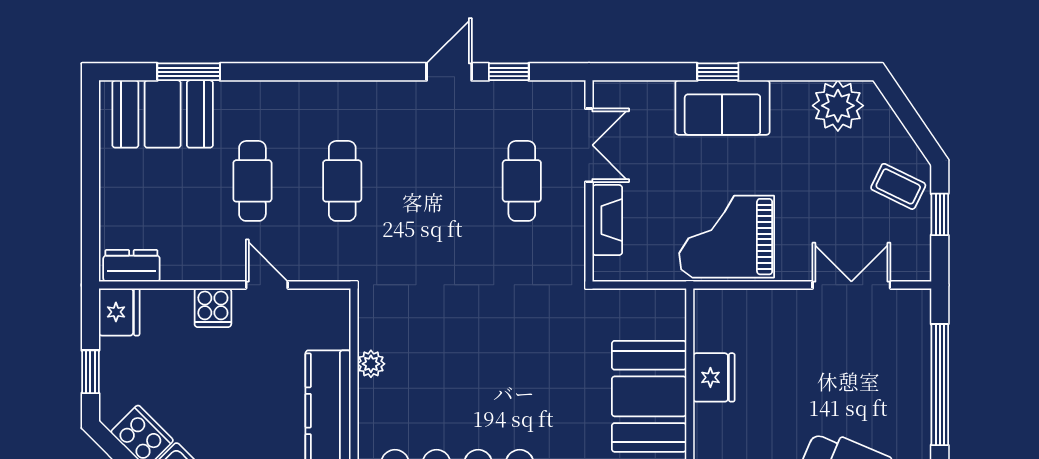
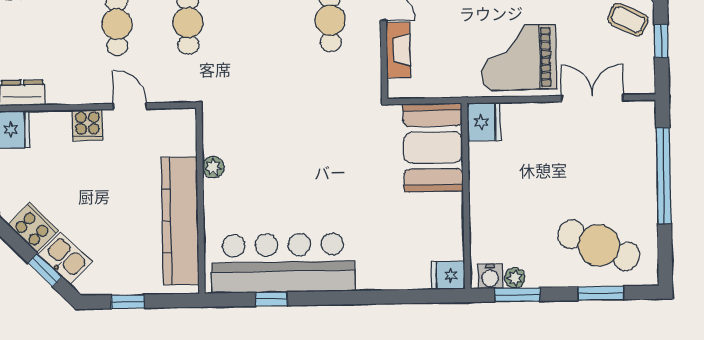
grand piano: (727, 237) -> (519, 57), moved
fridge: (714, 377) -> (484, 122), moved
booth: (649, 396) -> (433, 147), moved

